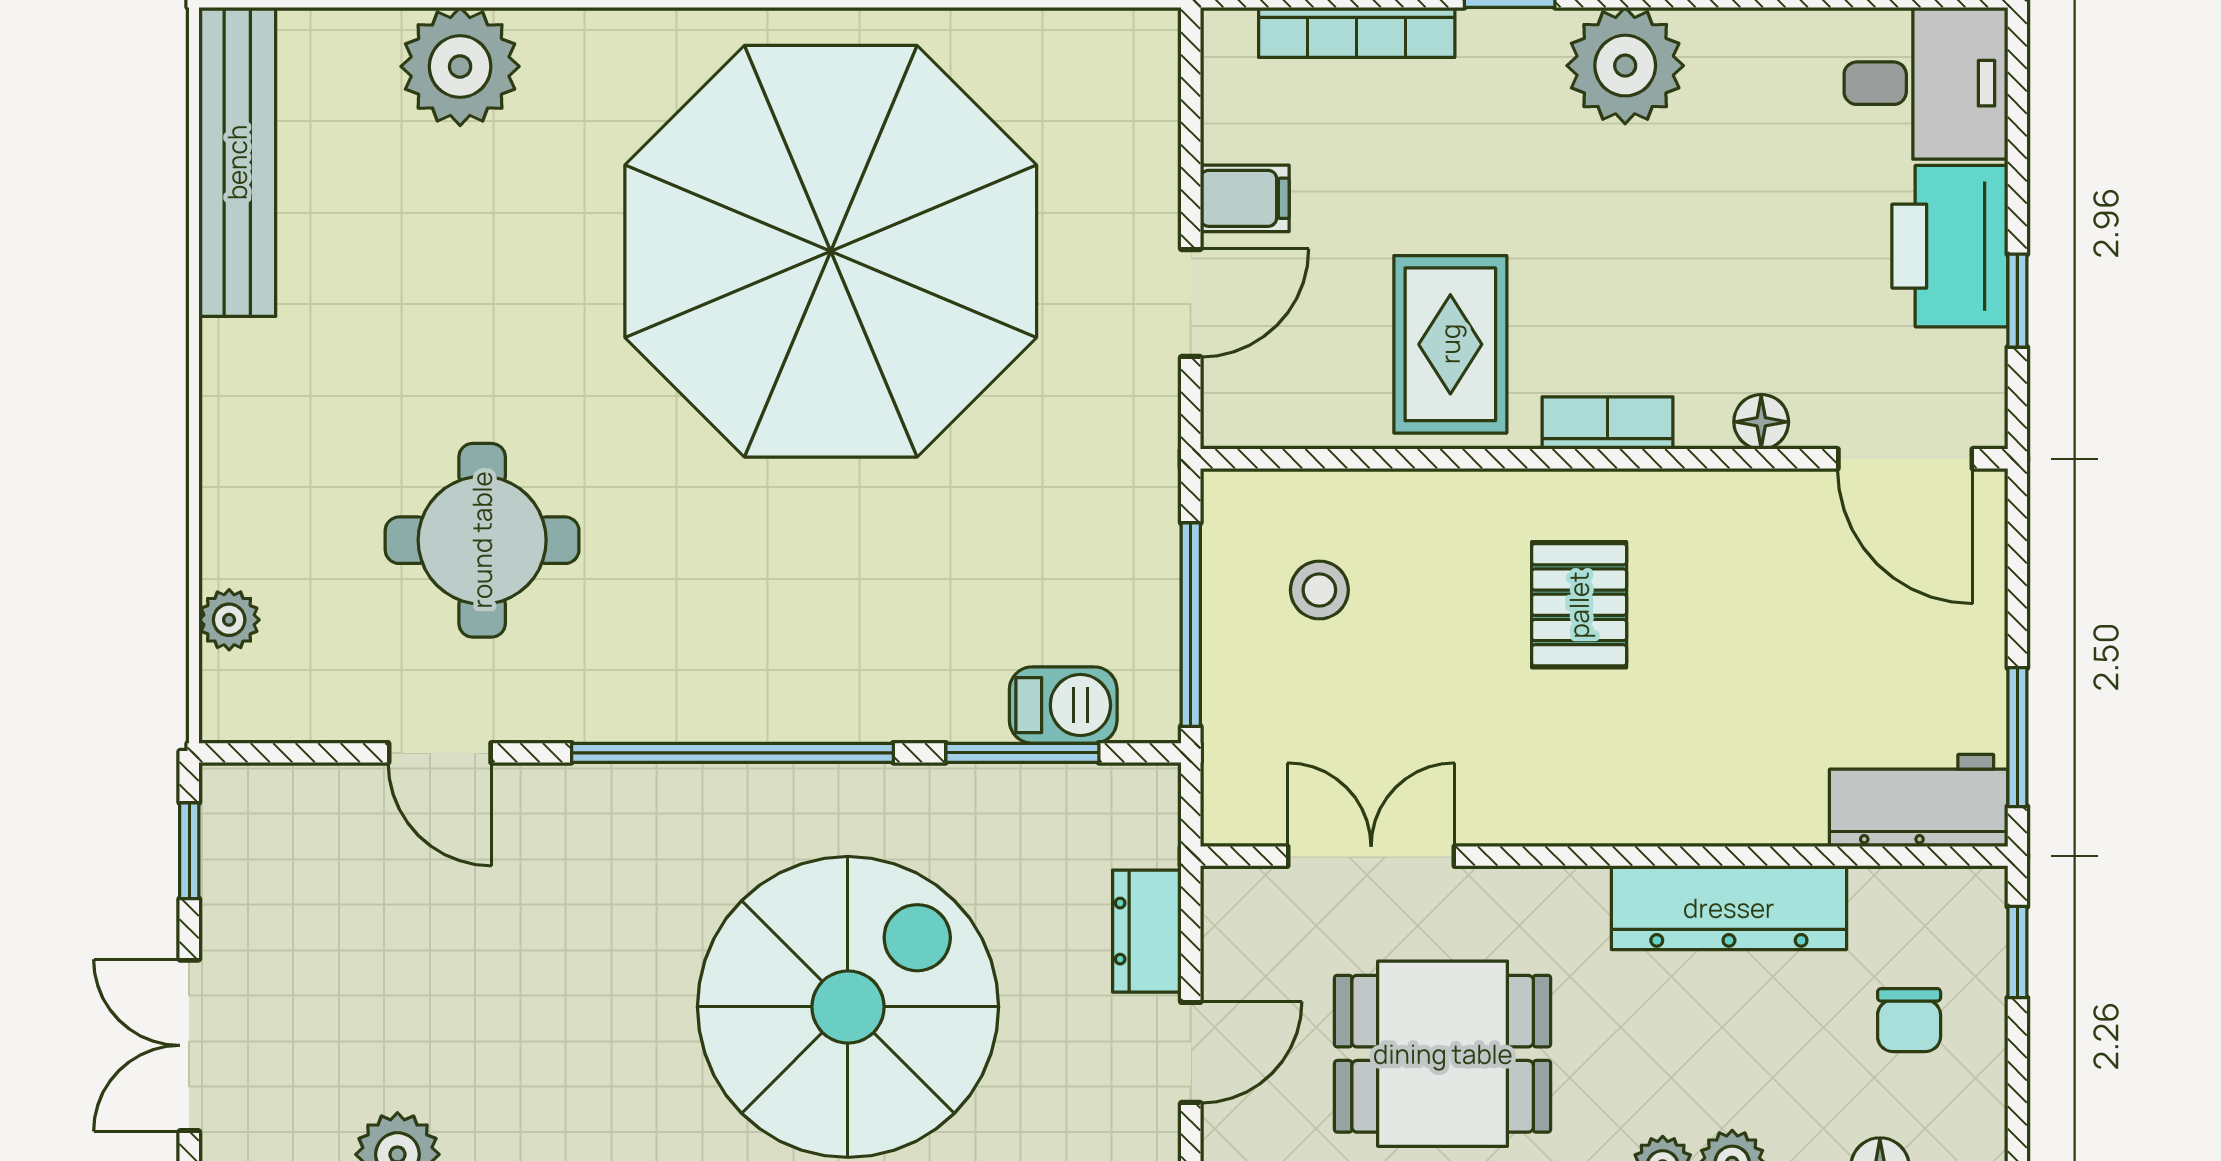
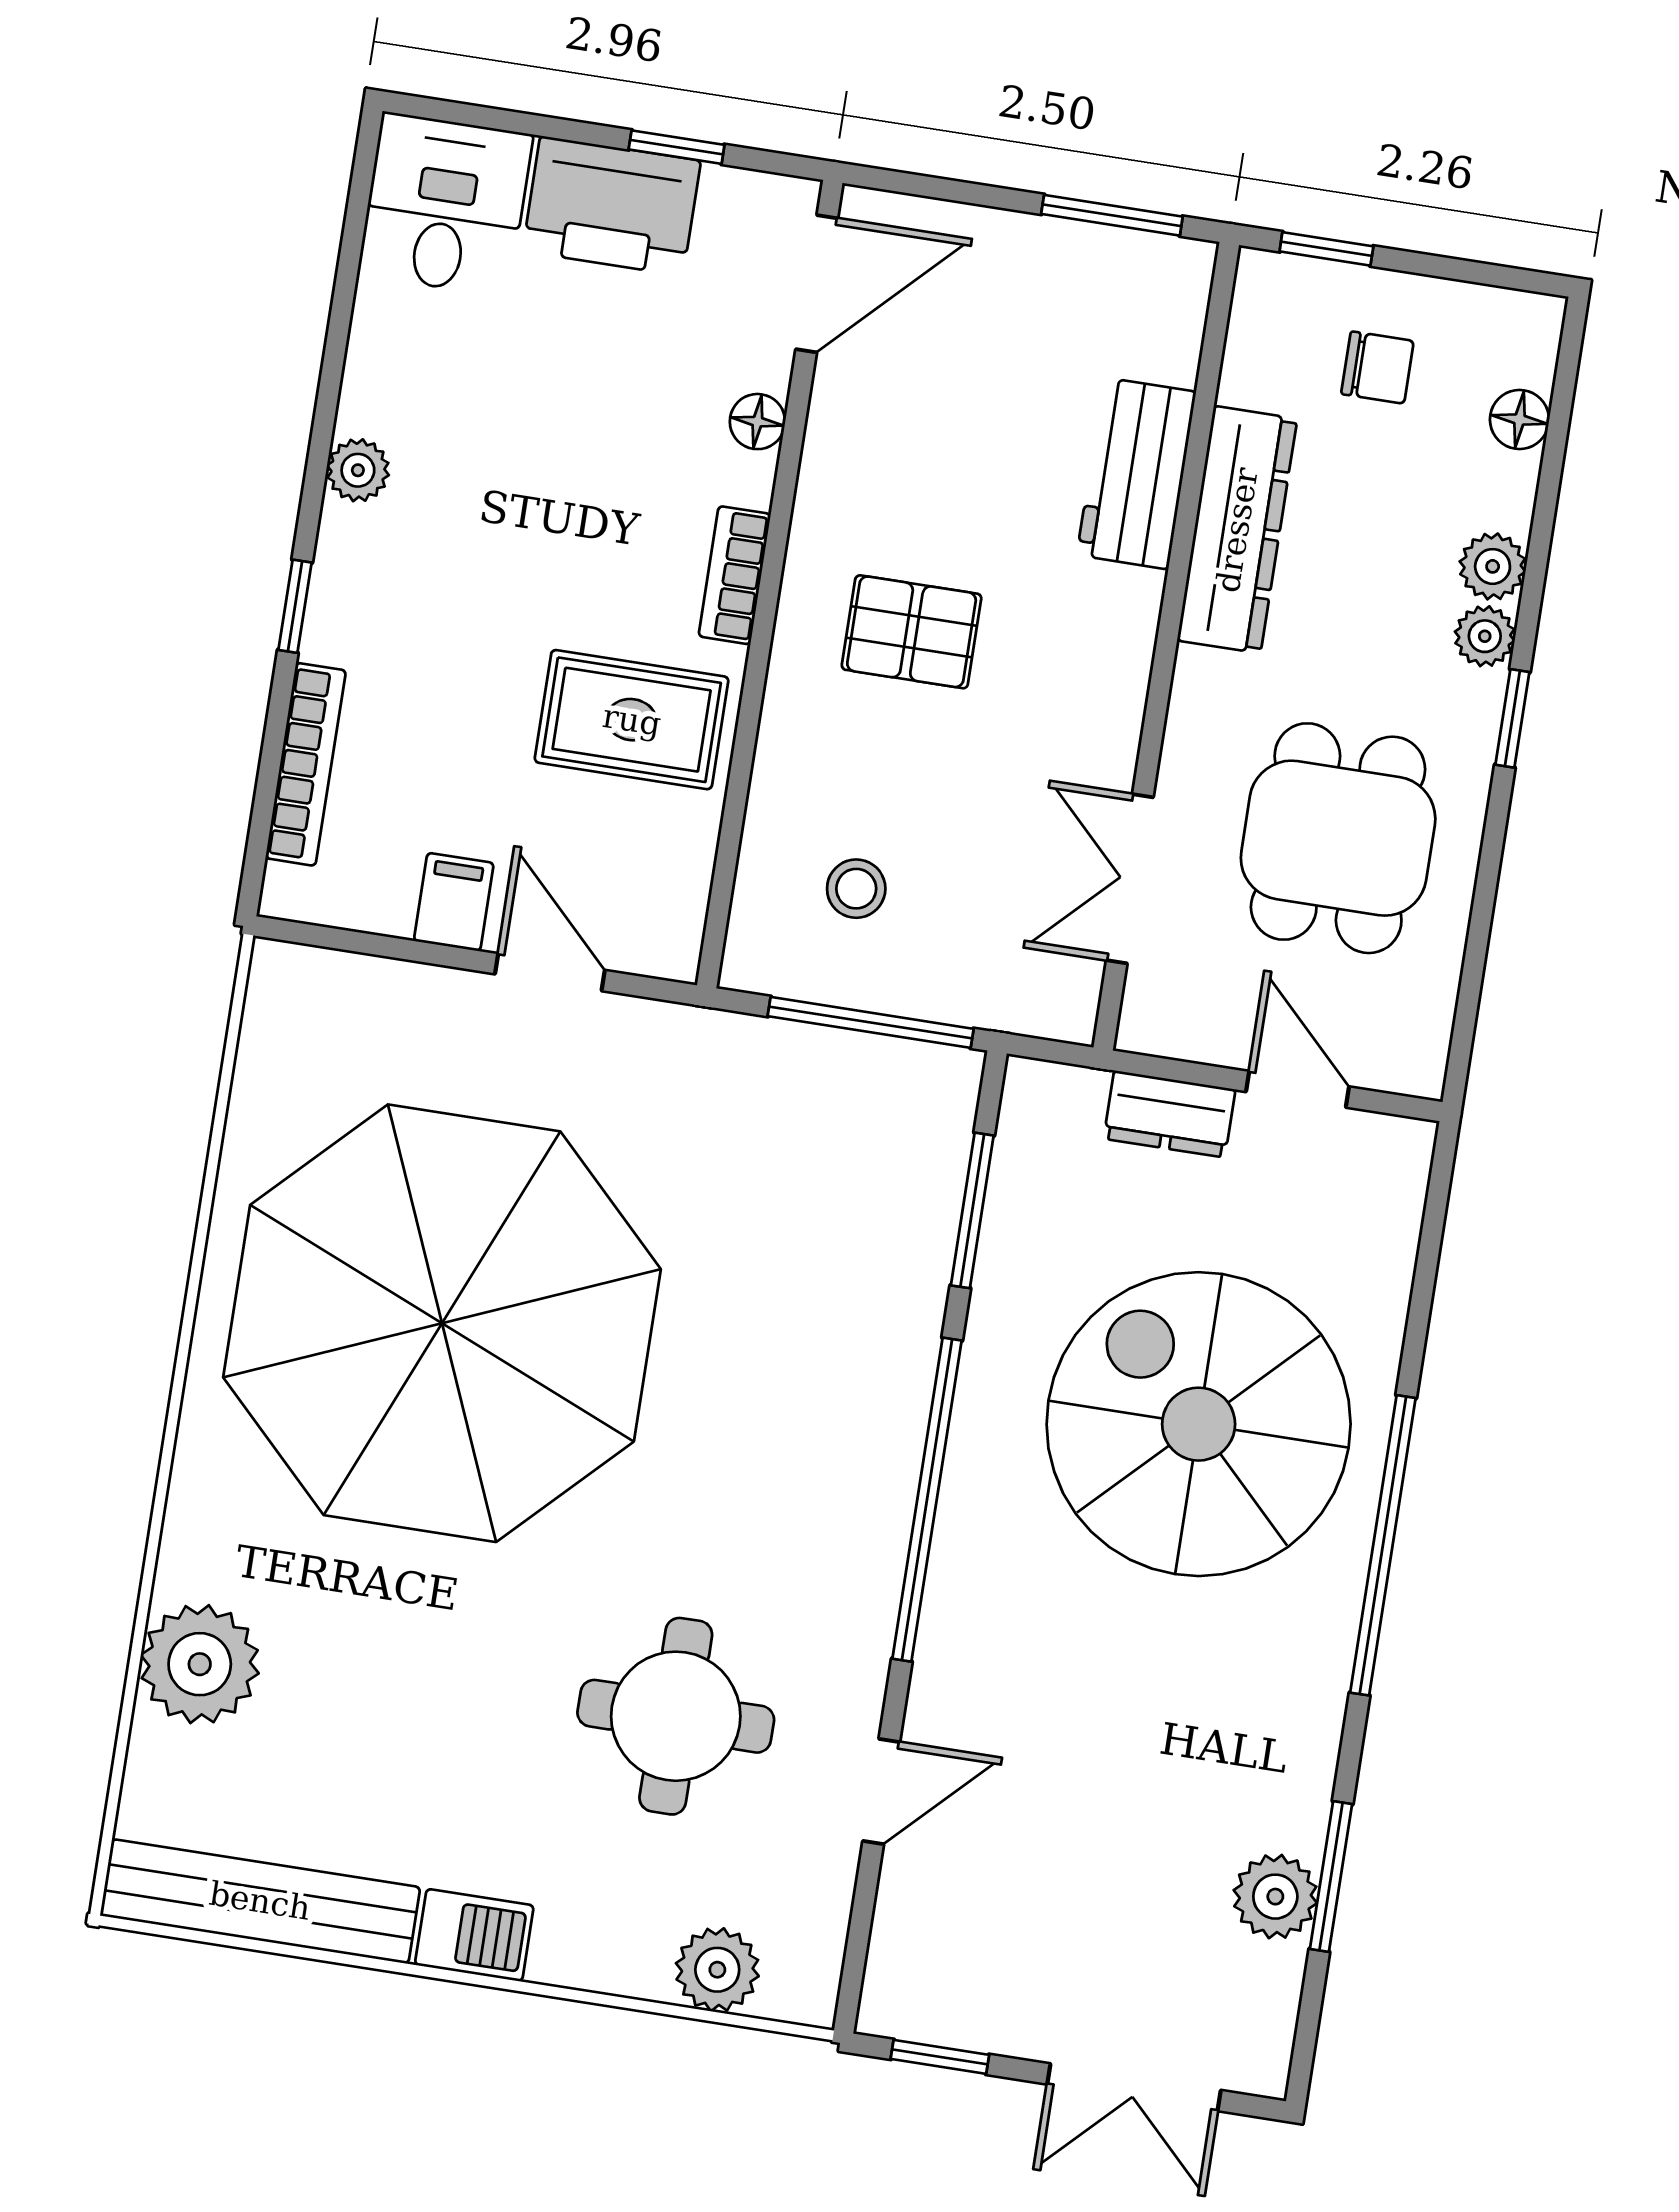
plant: (1625, 66) -> (358, 470), width x0.53, depth x0.53
plant: (229, 620) -> (717, 1970), width x1.38, depth x1.38
barbecue: (1063, 705) -> (474, 1935), moved, turned 90
workbench: (1919, 801) -> (1136, 473), moved

